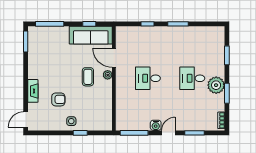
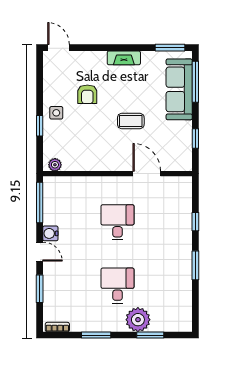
sofa: (91, 35) -> (179, 89), moved
door: (114, 58) -> (147, 174), hinge flipped
plant: (108, 75) -> (55, 165), moved
coffee table: (88, 77) -> (131, 121), moved
plant: (216, 85) -> (138, 320), moved
fireplace: (33, 91) -> (124, 58), moved

